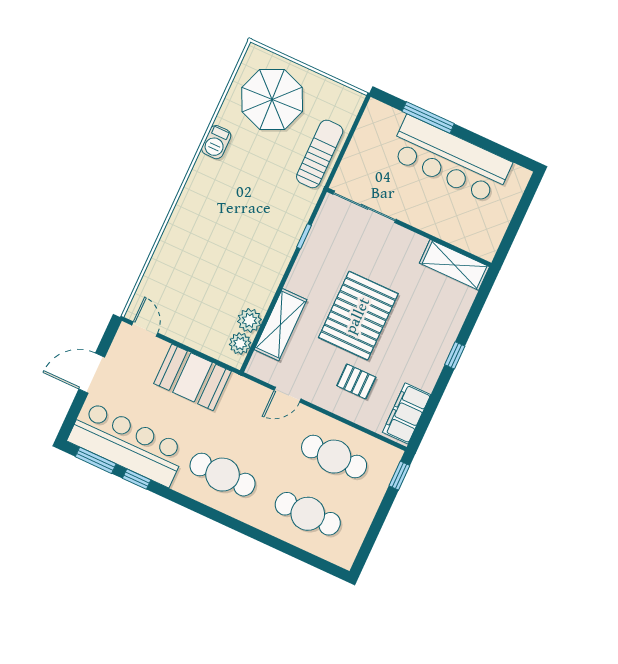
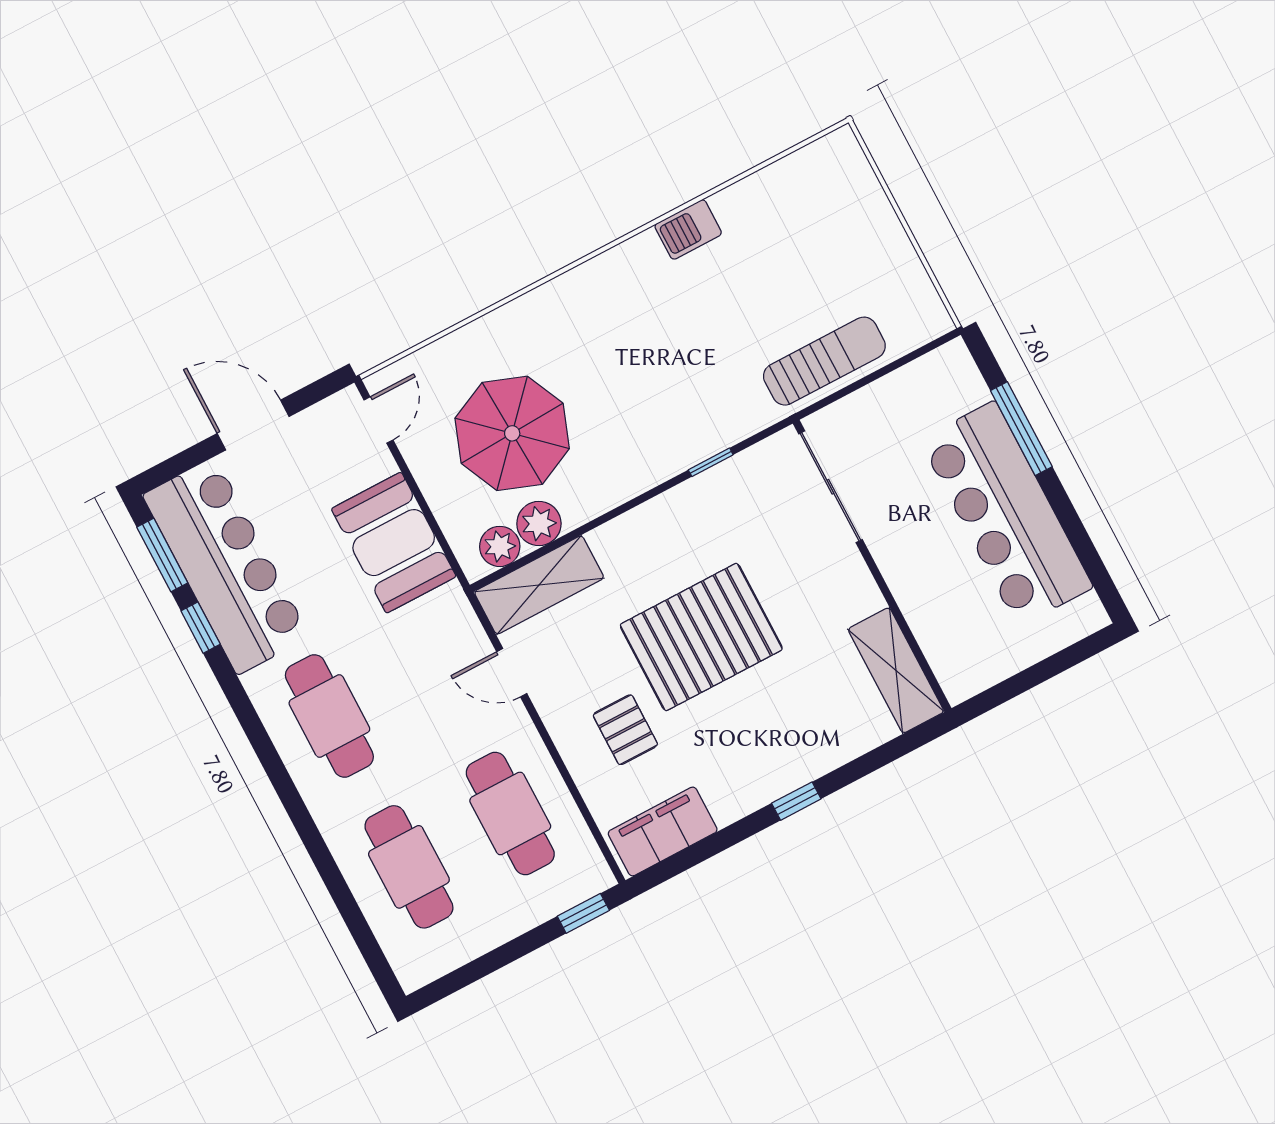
parasol: (272, 99) -> (512, 433), moved
shelving: (280, 325) -> (539, 585), moved

